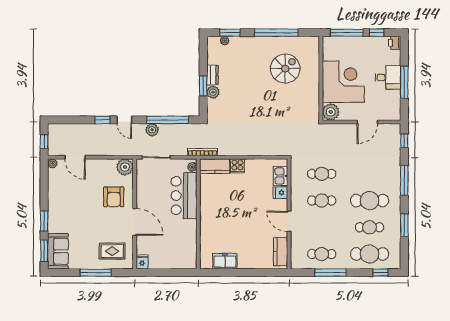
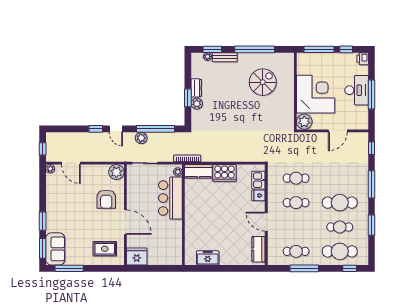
bench: (244, 41) -> (225, 57), added
desk: (388, 77) -> (357, 90), width x1.37
cooker: (237, 166) -> (224, 173), width x1.87, depth x1.31
fridge: (142, 262) -> (137, 257), width x1.88, depth x1.34
window: (96, 273) -> (69, 268), moved

